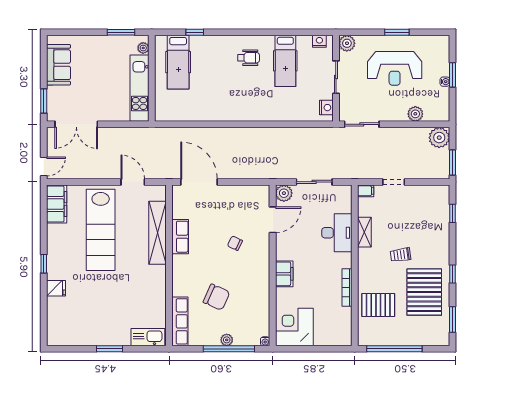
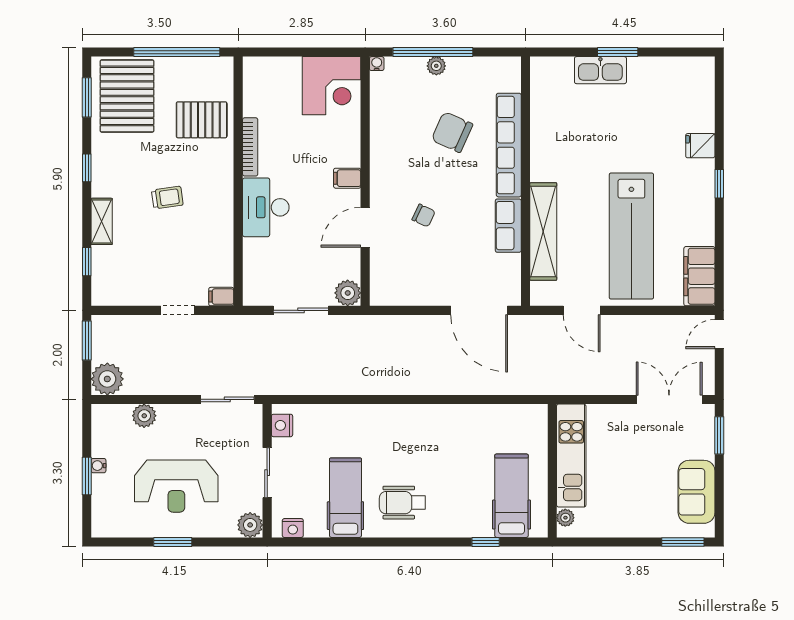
window: (121, 32) -> (683, 542), moved
wheelchair: (249, 58) -> (402, 503), width x1.36, depth x1.37
reception desk: (395, 68) -> (176, 486), turned 180
door: (273, 220) -> (365, 227), moved
lab bench: (101, 230) -> (631, 236), turned 180
shelving: (364, 232) -> (102, 221), moved
desk: (337, 233) -> (266, 207), moved
filing cabinet: (284, 274) -> (347, 178), width x0.50
pallet: (424, 292) -> (127, 96), moved
row of seats: (180, 321) -> (509, 145), moved, width x1.36
kitchen sink: (148, 337) -> (600, 70), moved

